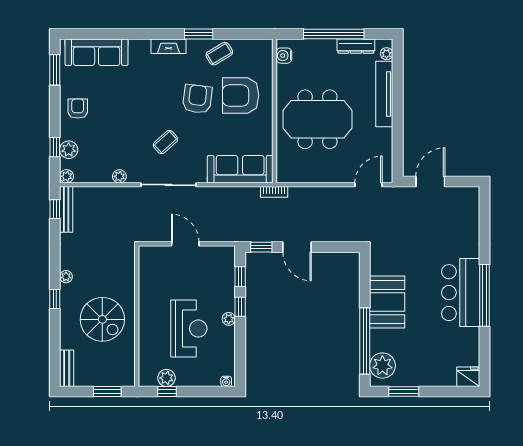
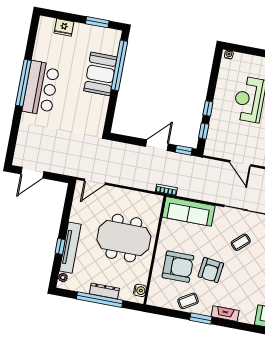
dresser: (356, 46) -> (104, 291), moved
window: (398, 93) -> (60, 246), added
door: (430, 182) -> (32, 173), moved
door: (297, 247) -> (157, 145), hinge flipped
booth: (387, 302) -> (100, 74), moved
plant: (229, 319) -> (218, 101), removed
plant: (382, 366) -> (110, 45), removed
fridge: (468, 377) -> (64, 27), moved

